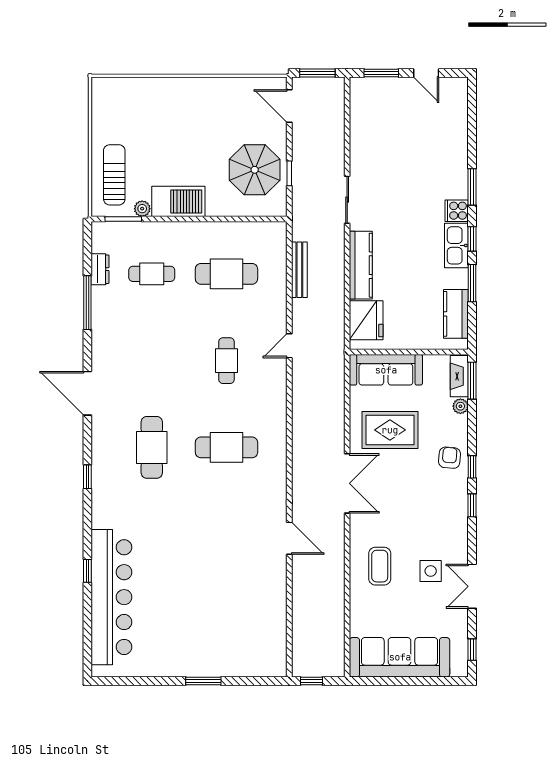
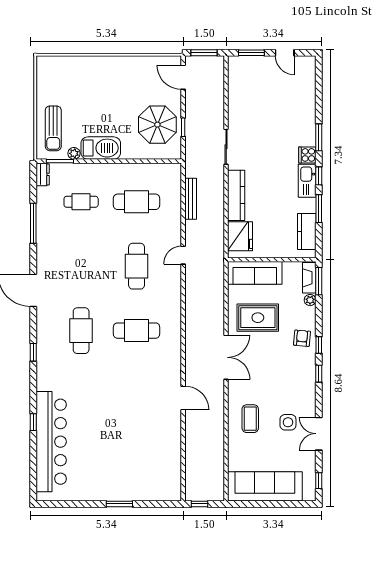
sun lounger: (114, 175) -> (53, 128), turned 180
dresser: (100, 269) -> (43, 174), moved
cafe table: (226, 361) -> (137, 266), width x1.37, depth x1.35

